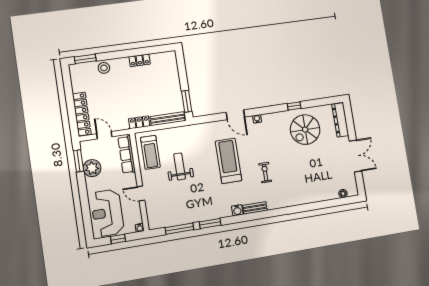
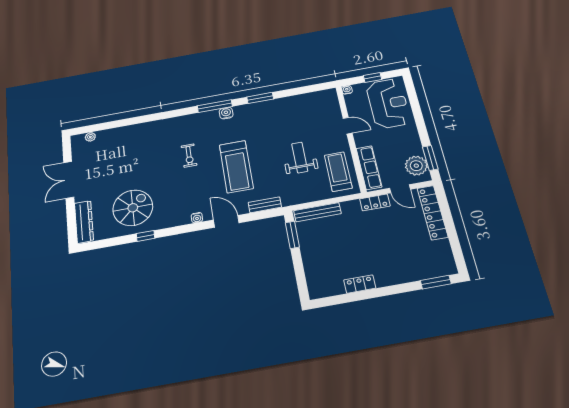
stool: (104, 68) -> (409, 272), removed
locker: (139, 122) -> (375, 202), moved
weight bench: (180, 166) -> (300, 157), turned 180
plant: (92, 168) -> (416, 166), moved
bench: (255, 208) -> (265, 205), moved
window: (179, 229) -> (215, 106), moved

